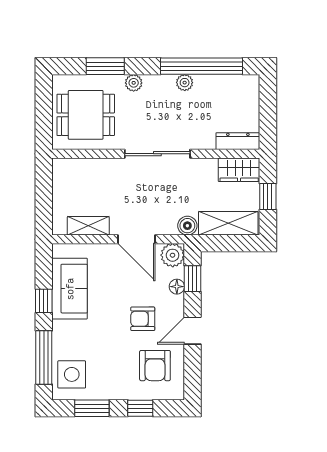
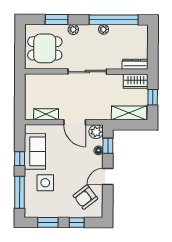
boiler: (187, 226) -> (105, 114), removed
armchair: (143, 319) -> (78, 169), removed
armchair: (155, 366) -> (85, 197), turned 52
side table: (72, 374) -> (45, 183), moved

